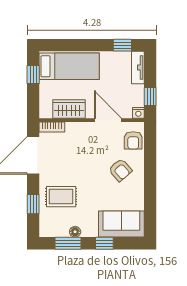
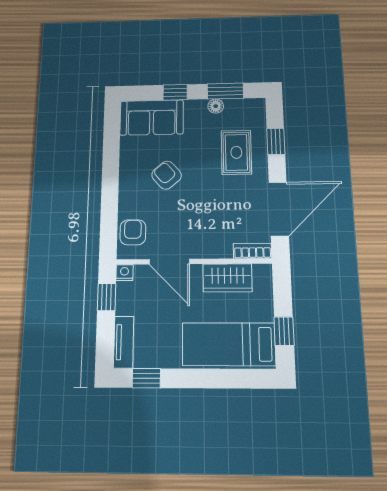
armchair: (120, 170) -> (167, 175), moved
rug: (61, 197) -> (236, 152), turned 90

